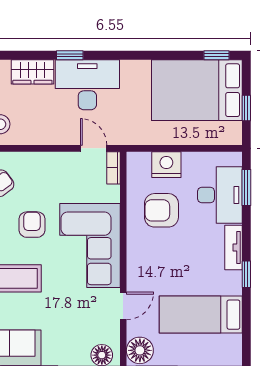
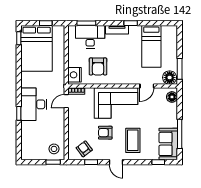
wardrobe: (32, 72) -> (27, 132), removed
nightstand: (166, 165) -> (75, 75), moved
door: (123, 306) -> (147, 86), swing flipped

